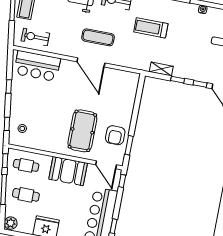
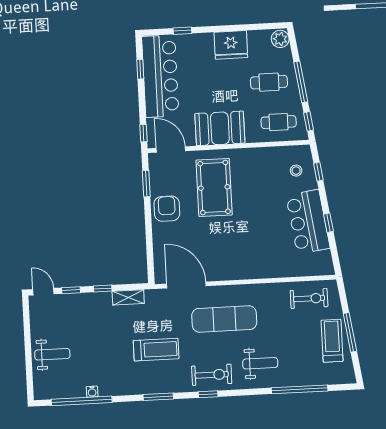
exercise mat: (98, 37) -> (224, 319), width x1.36, depth x1.45
door: (91, 62) -> (186, 285), moved
bar counter: (37, 66) -> (308, 222), moved, turned -98
armchair: (115, 135) -> (167, 209), moved

